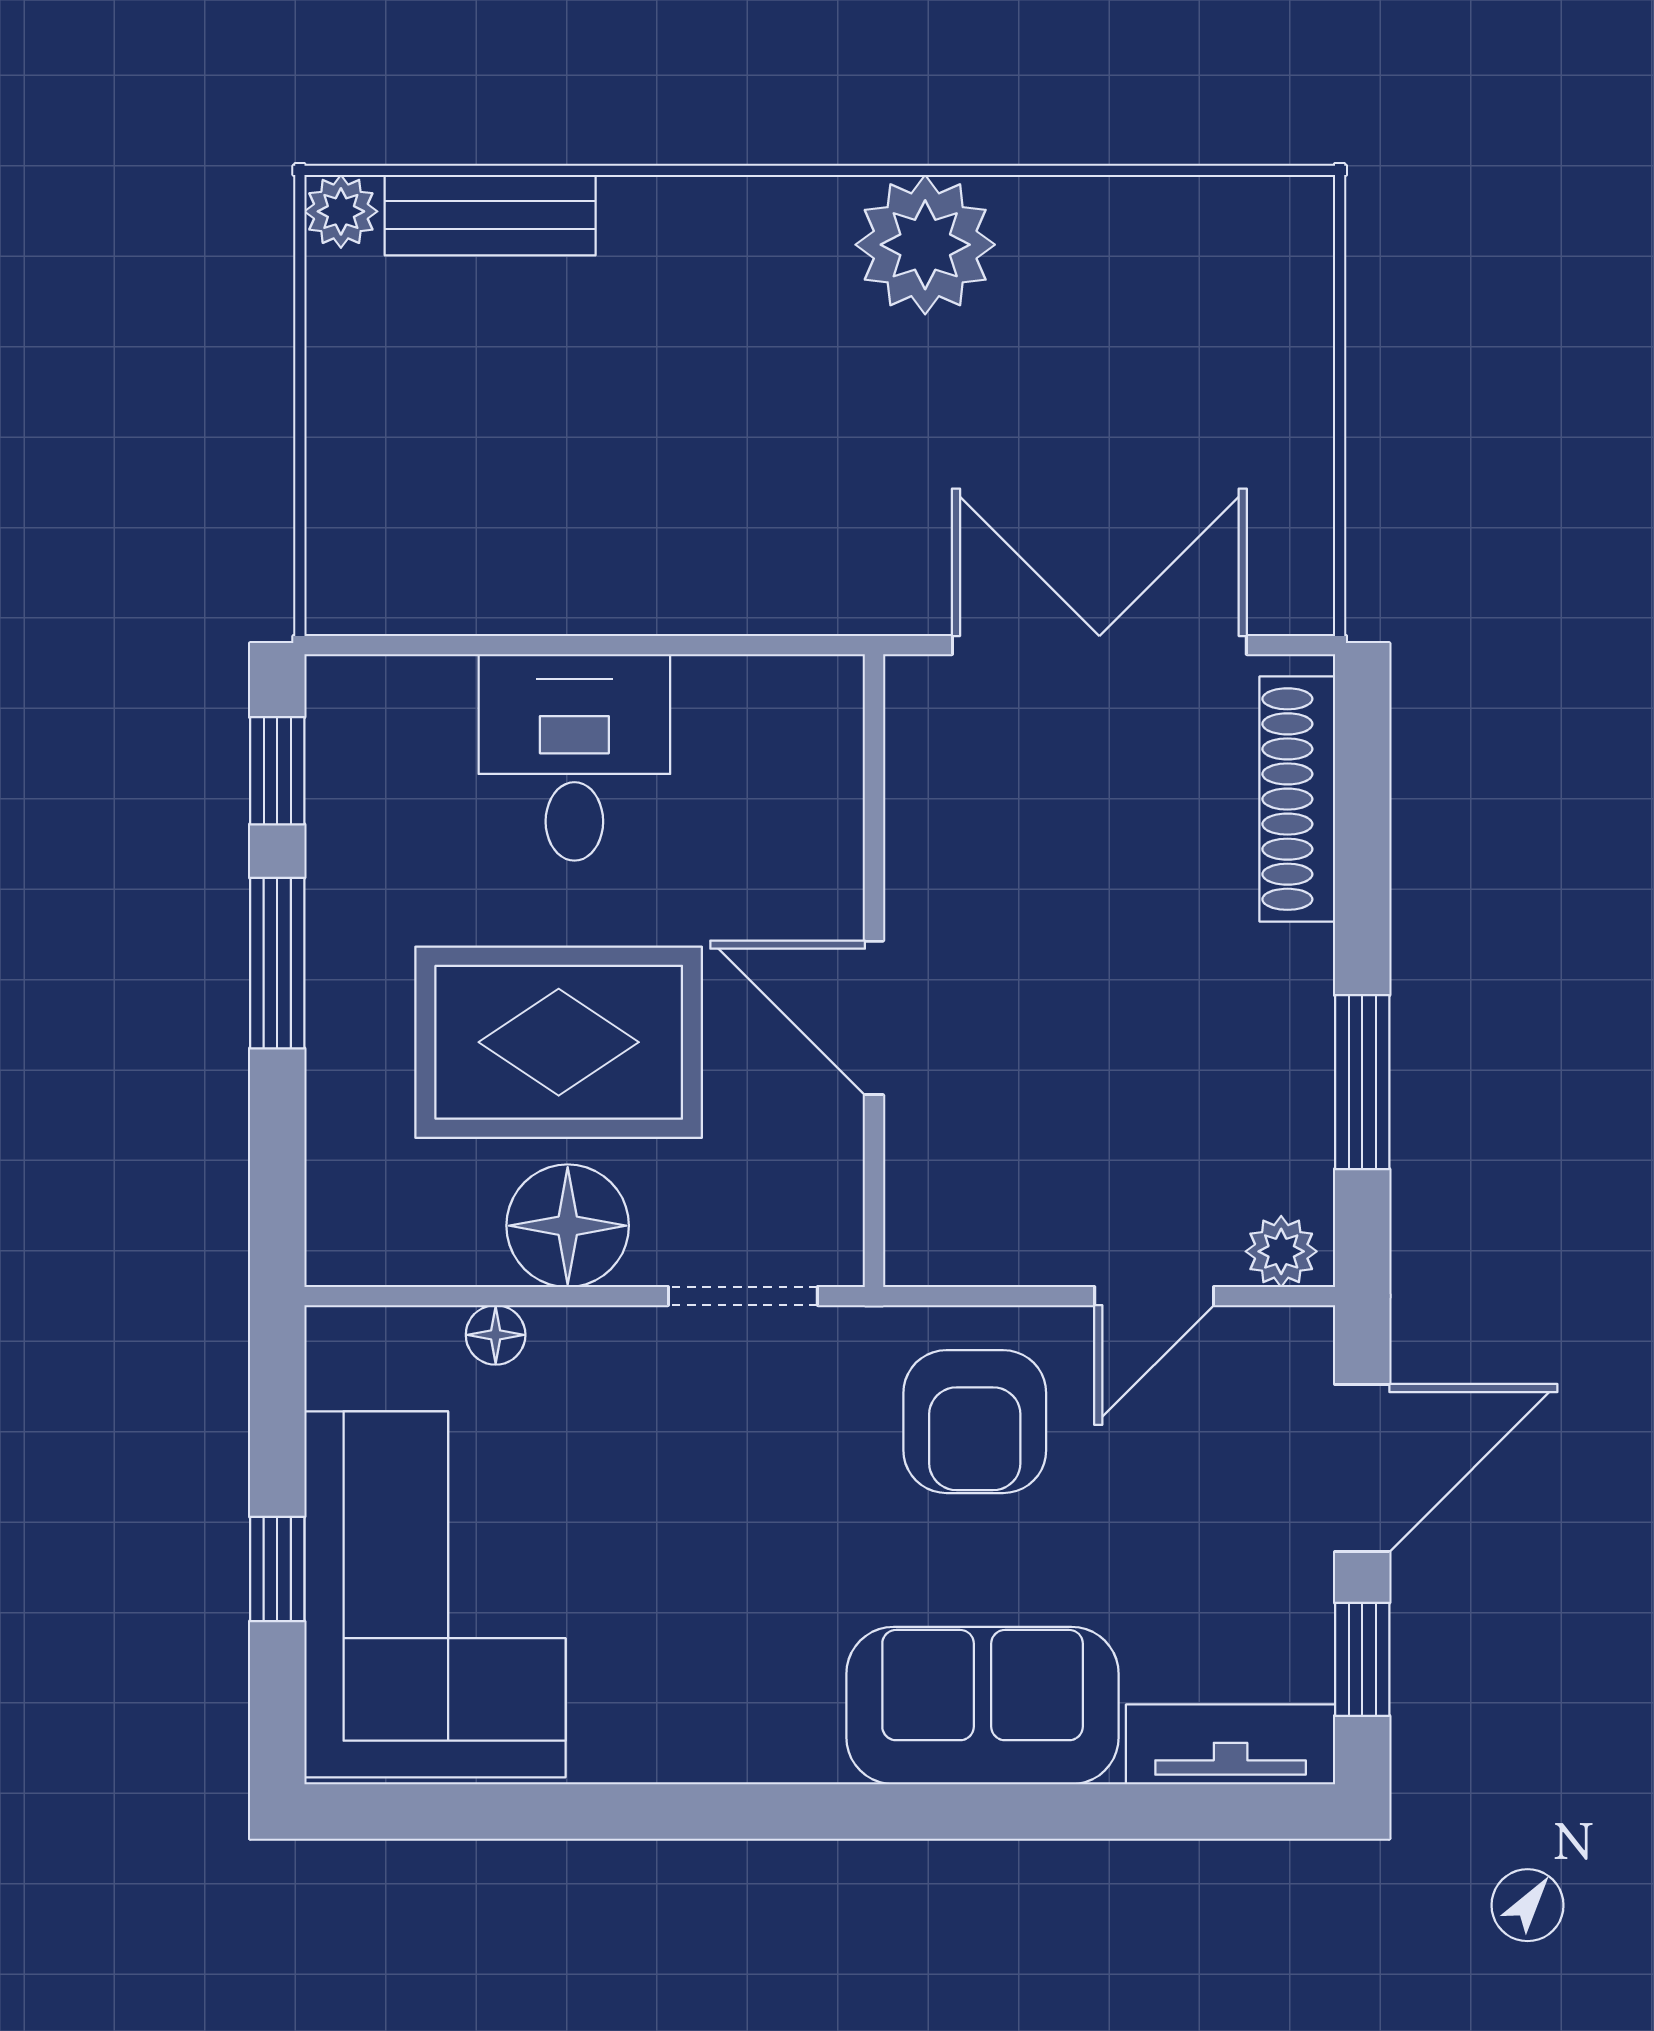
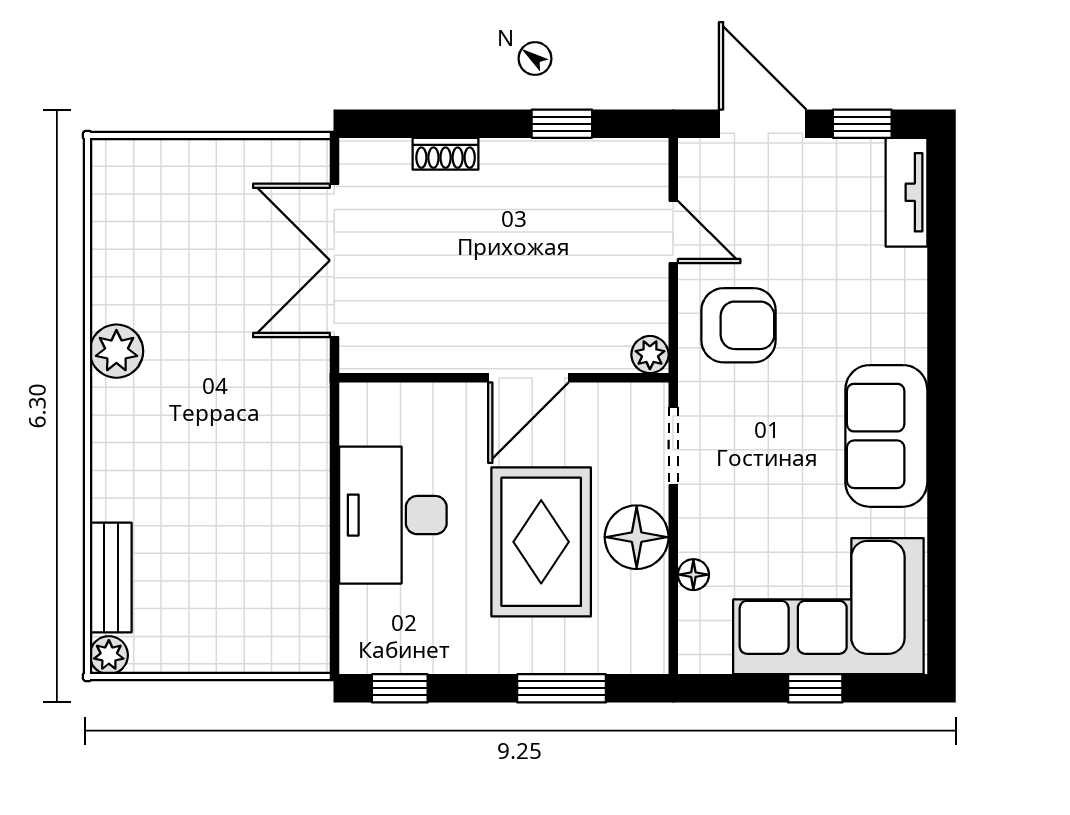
plant: (925, 245) -> (116, 351), width x0.73, depth x0.73
desk: (574, 757) -> (393, 515), width x1.37
shoe rack: (1297, 799) -> (446, 154), width x0.51, depth x0.81
window: (277, 963) -> (562, 688), moved
window: (1362, 1082) -> (562, 124), width x0.67
plant: (1281, 1251) -> (650, 355), moved
sofa: (983, 1706) -> (886, 436), moved

